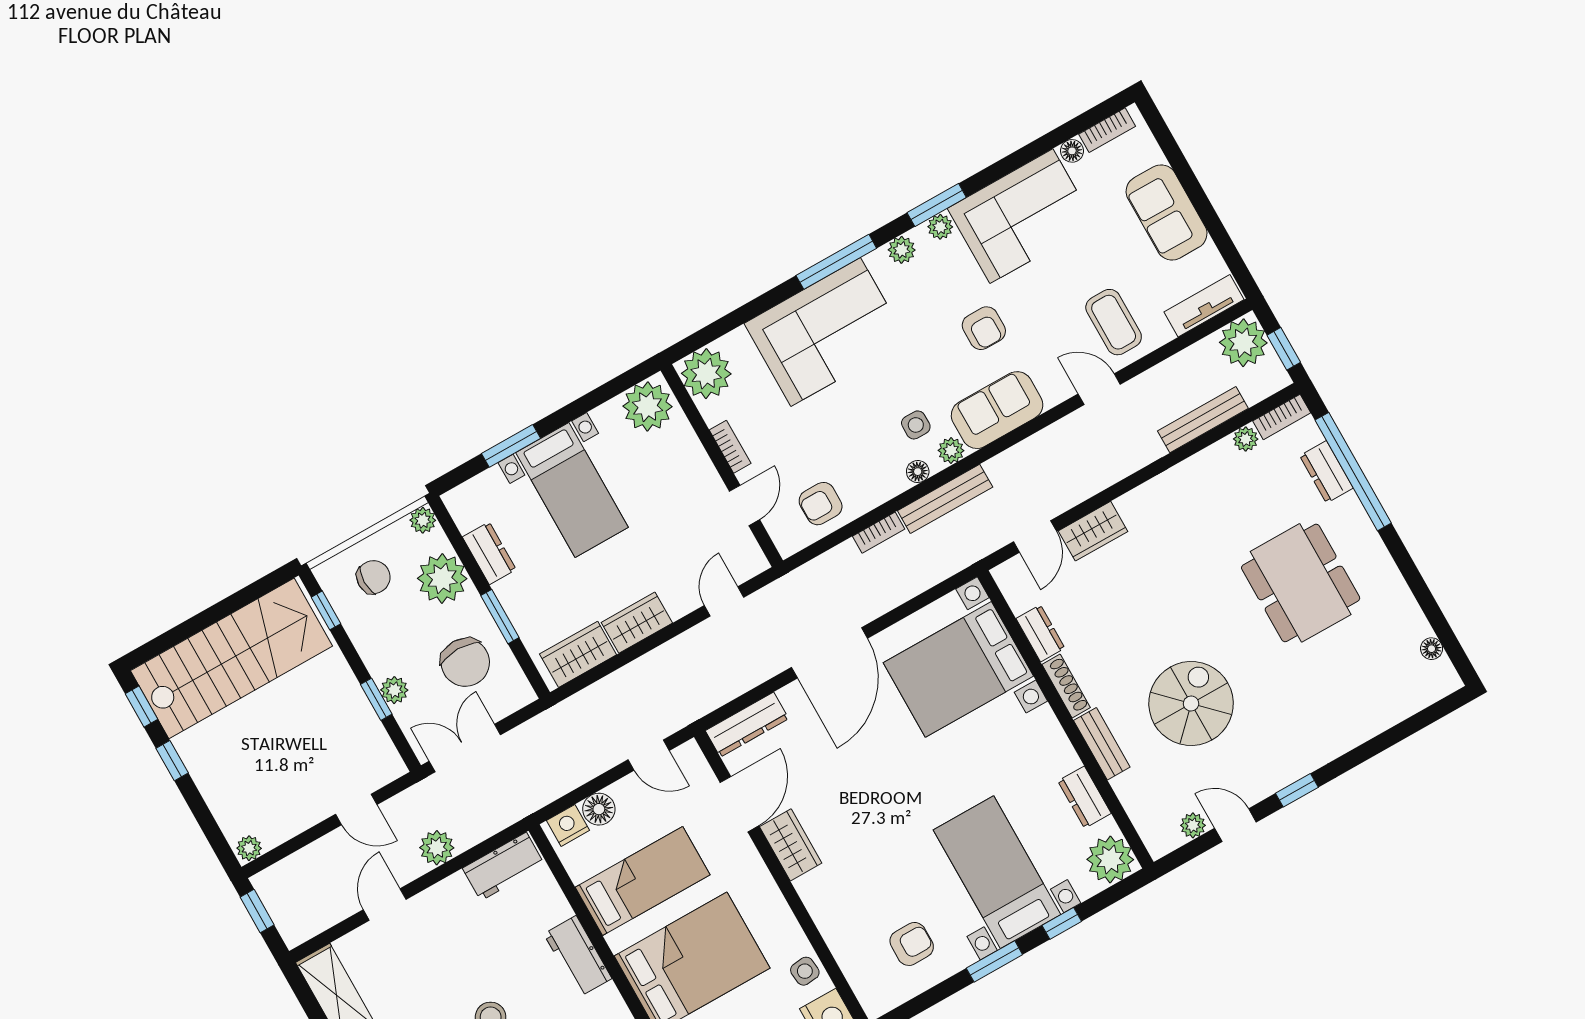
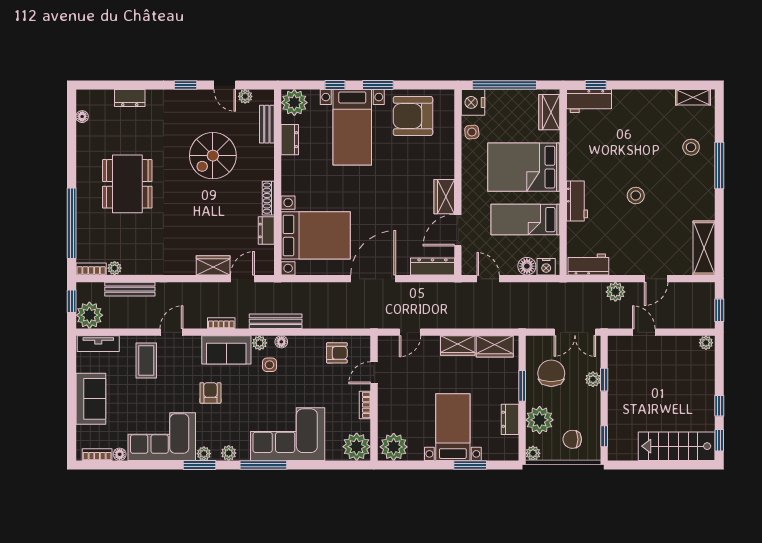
door: (1099, 389) -> (171, 332), swing flipped
dresser: (1326, 472) -> (130, 98), moved, turned 90
bookcase: (879, 533) -> (221, 323), moved
stairs: (232, 658) -> (677, 446), width x0.73, depth x0.66
bench: (1102, 744) -> (267, 124), moved
armchair: (912, 944) -> (413, 116), width x1.88, depth x1.88

